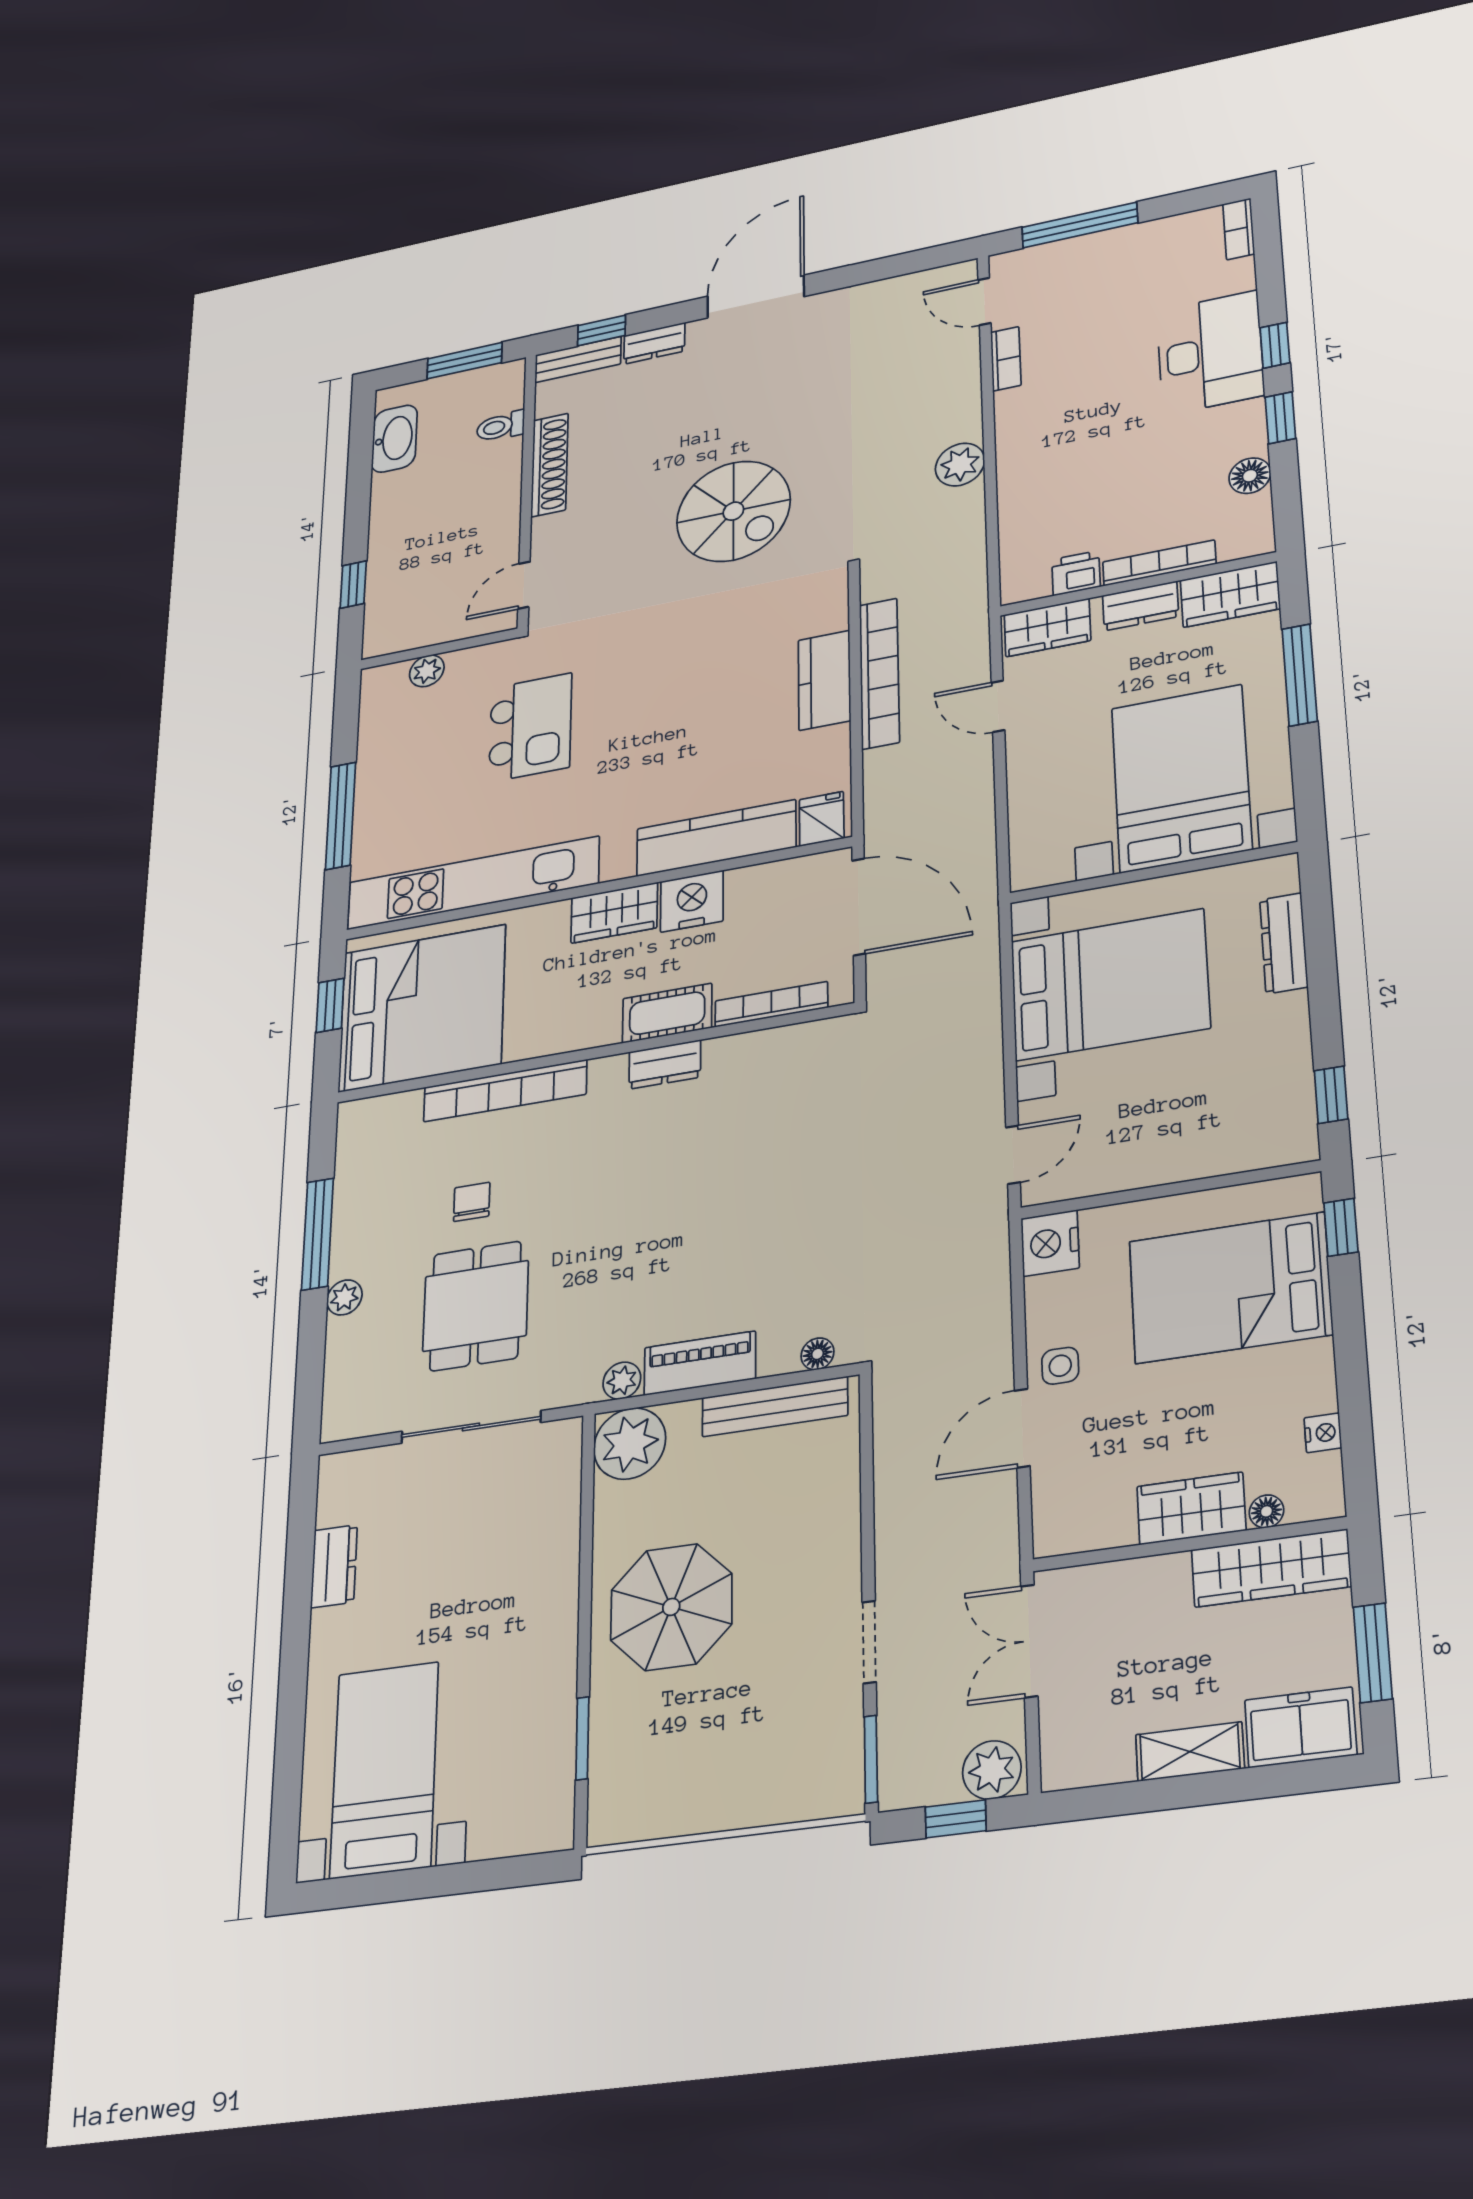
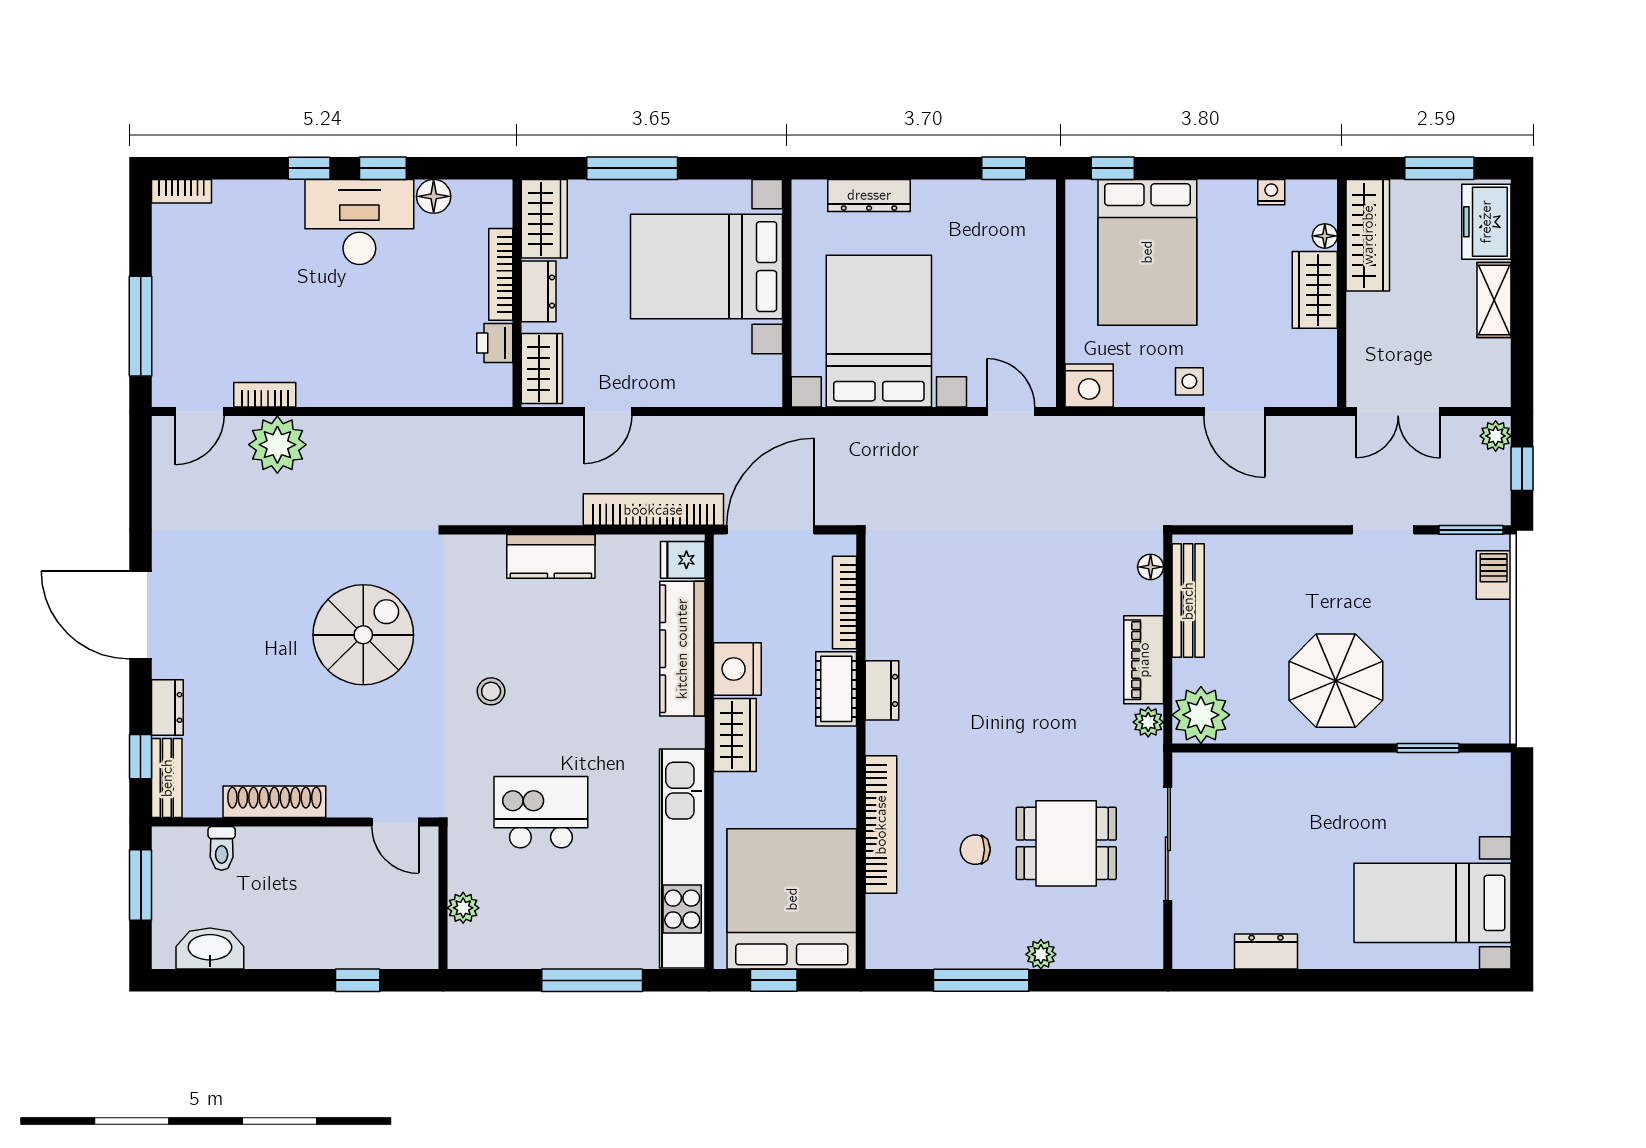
desk: (1210, 353) -> (359, 222), moved
plant: (960, 465) -> (277, 445), moved, width x1.36, depth x1.36
stool: (668, 650) -> (491, 691), added
bookcase: (879, 673) -> (653, 510), moved
plant: (992, 1770) -> (1496, 436), width x0.73, depth x0.73
barbecue: (810, 1797) -> (1494, 575), added

